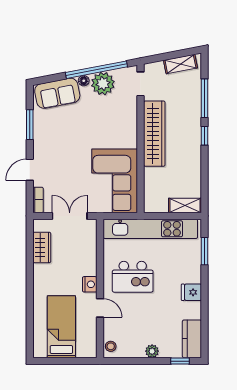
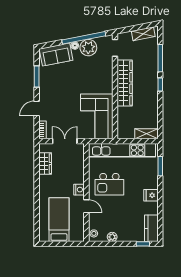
plant: (152, 351) -> (112, 237), moved

